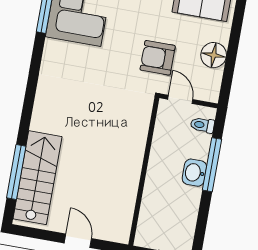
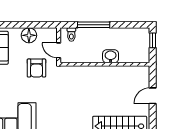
door: (180, 99) -> (59, 50), hinge flipped
washbasin: (194, 173) -> (111, 56), moved, turned 180

